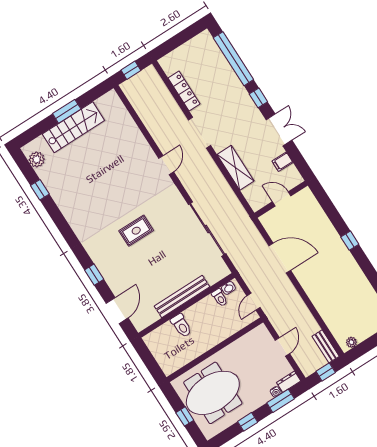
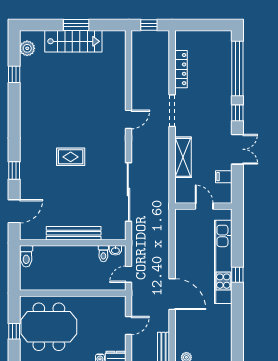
kitchen unit: (330, 237) -> (223, 262), added
door: (280, 258) -> (172, 294), moved
toilet: (181, 326) -> (26, 256), moved

